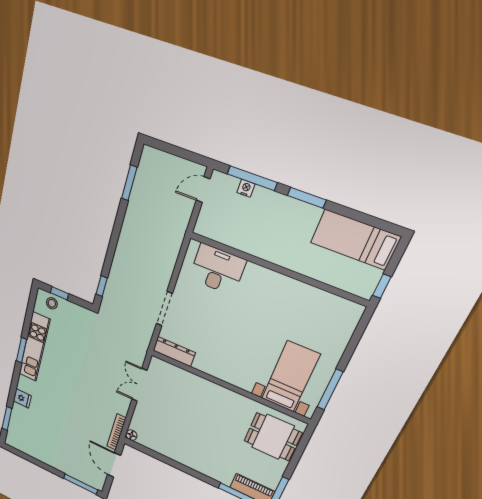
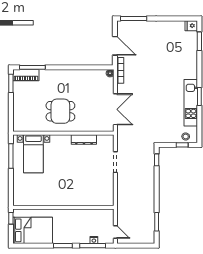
door: (203, 190) -> (115, 232), hinge flipped
bed: (355, 240) -> (33, 230), width x1.50
desk: (217, 269) -> (94, 195), removed
dresser: (174, 352) -> (84, 139), moved
double door: (139, 385) -> (115, 109), width x1.37
fridge: (22, 398) -> (191, 26), moved
dining table: (273, 437) -> (60, 111), moved

